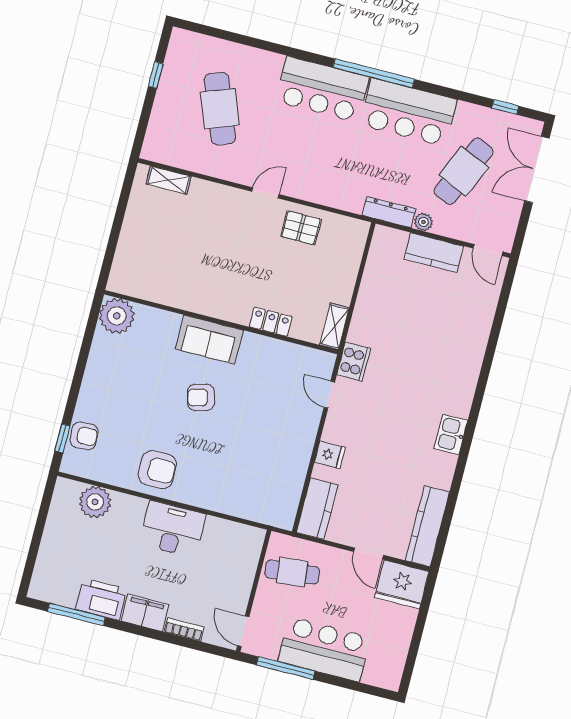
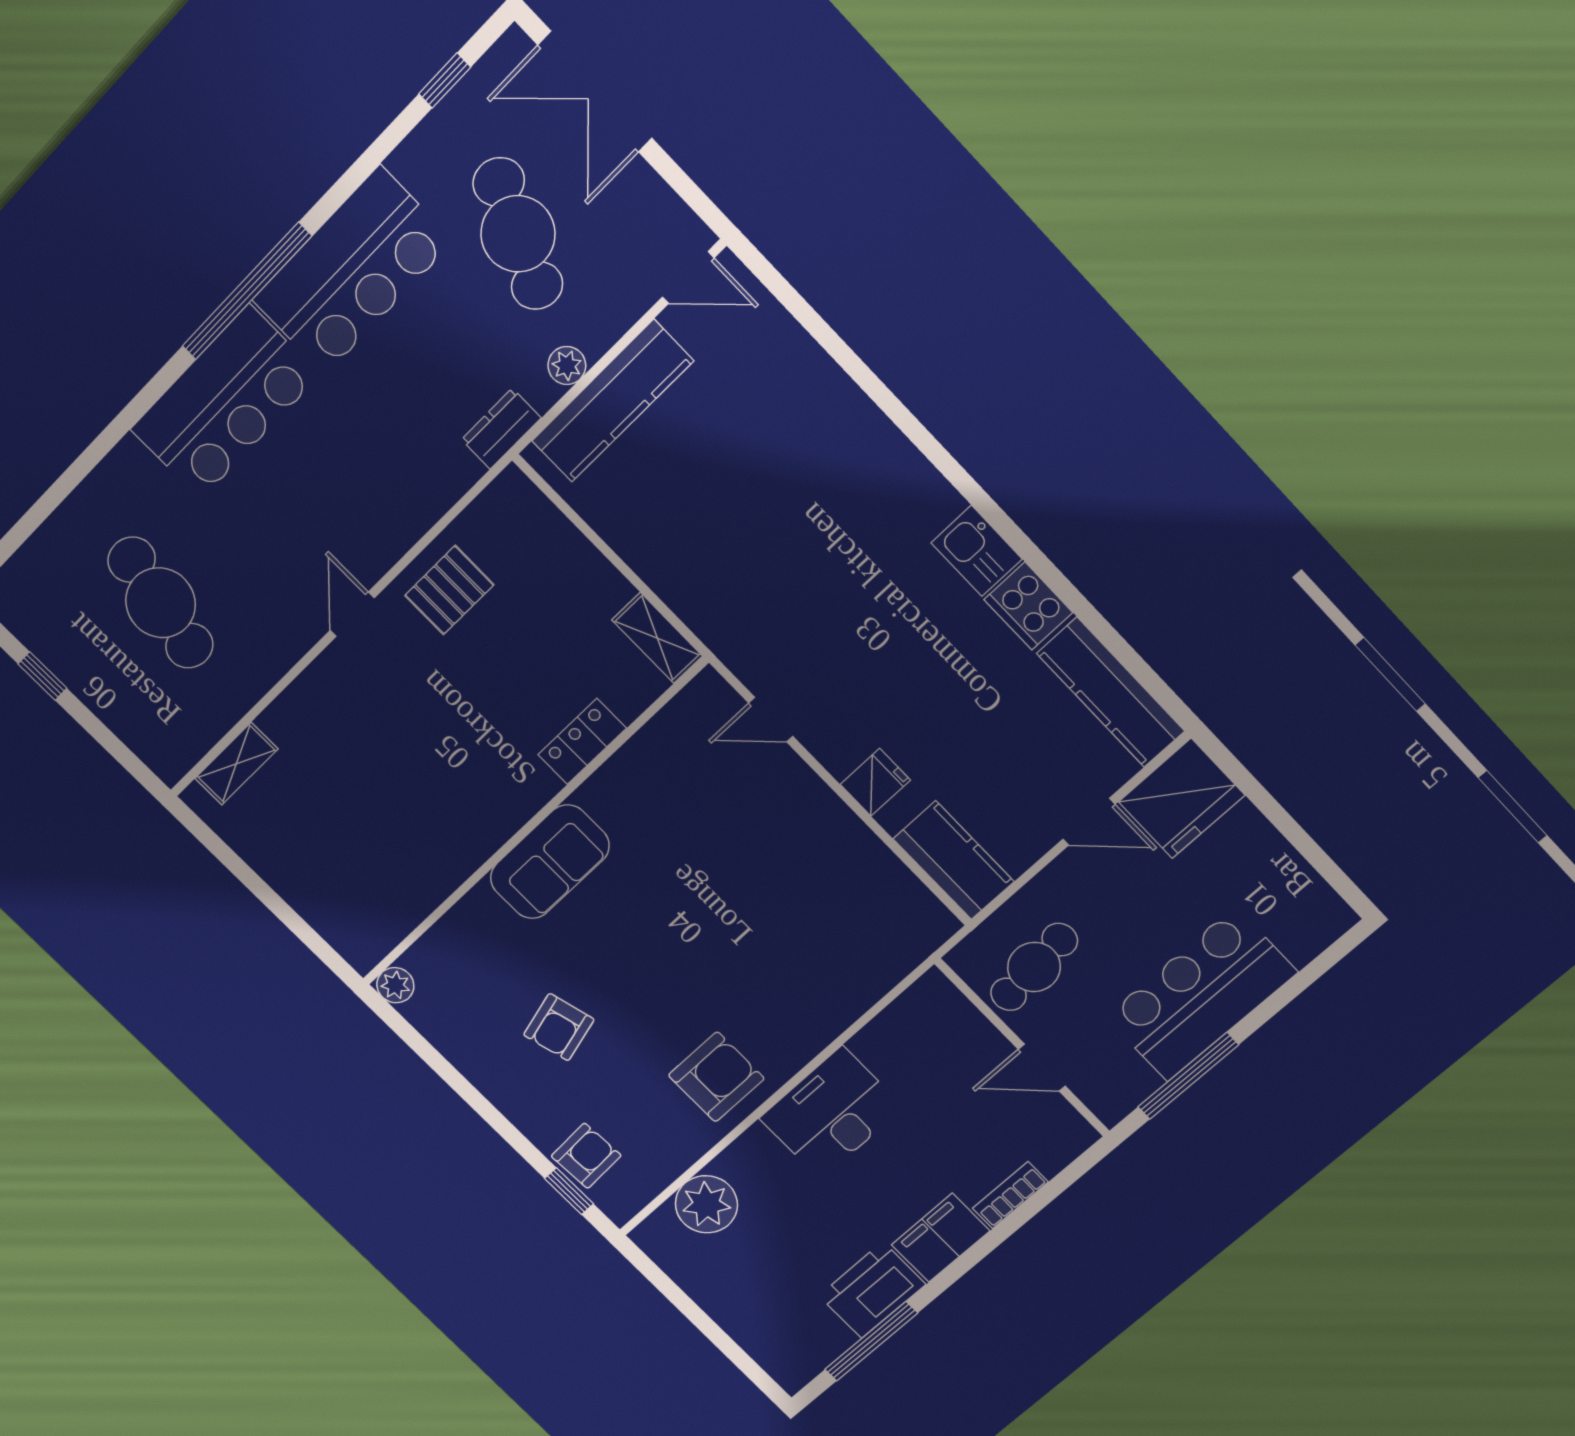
cafe table: (220, 109) -> (161, 603), turned 33
dresser: (389, 212) -> (501, 429), width x0.70
kitchen counter: (434, 252) -> (612, 401), width x1.50
plant: (117, 316) -> (395, 985), width x0.53, depth x0.53
cooker: (354, 361) -> (1028, 606), moved, turned 180
armchair: (201, 397) -> (559, 1027), moved
door: (243, 631) -> (1042, 1068), moved

